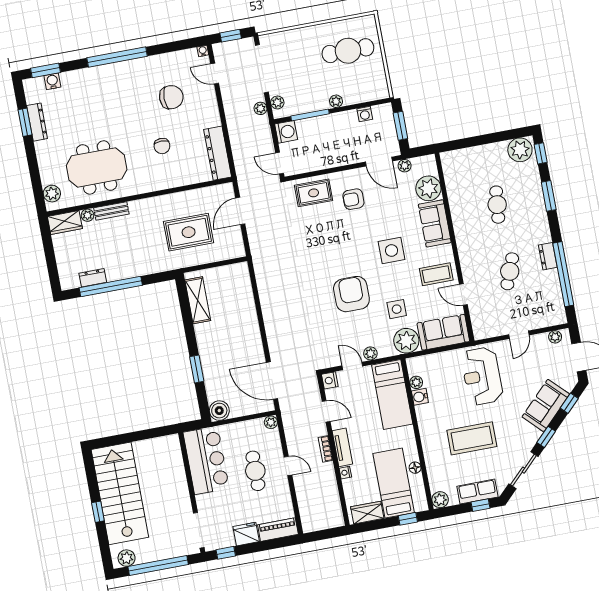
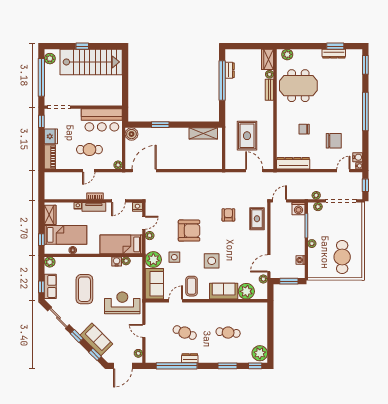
water cooler: (52, 81) -> (358, 157), moved
chair: (171, 97) -> (334, 141), turned -90
meeting table: (97, 167) -> (298, 86), turned 90
armchair: (353, 199) -> (228, 215), moved

